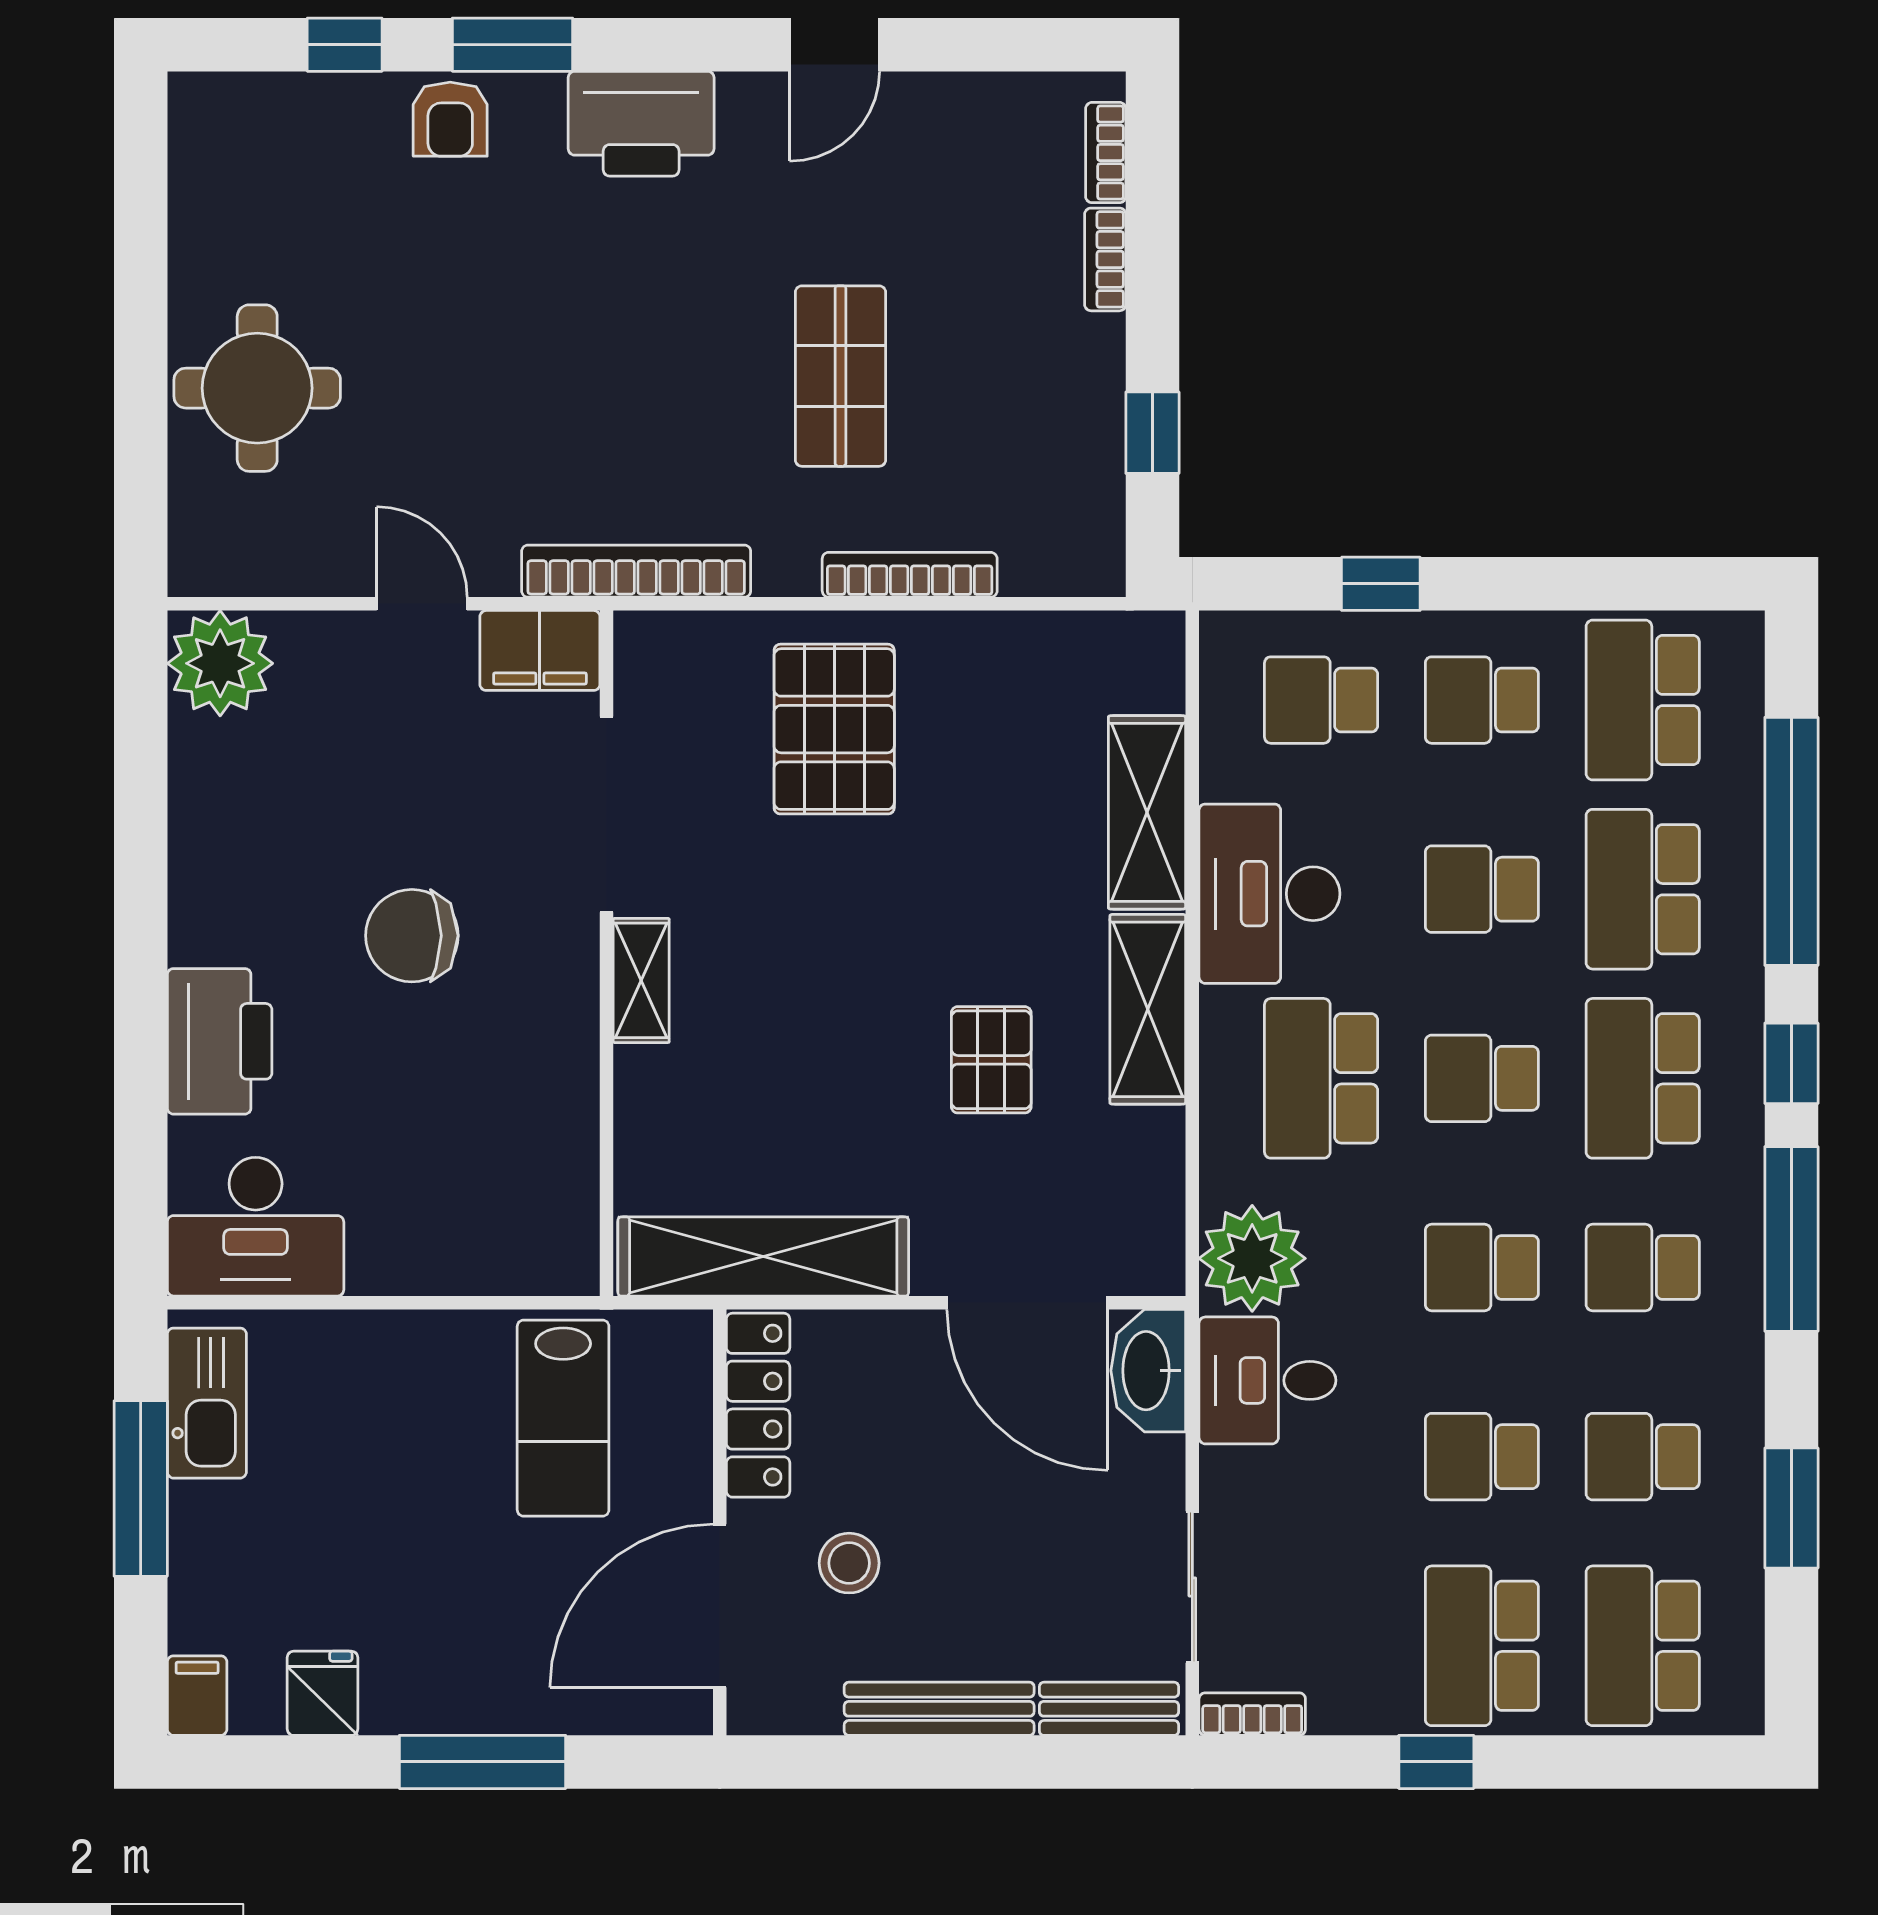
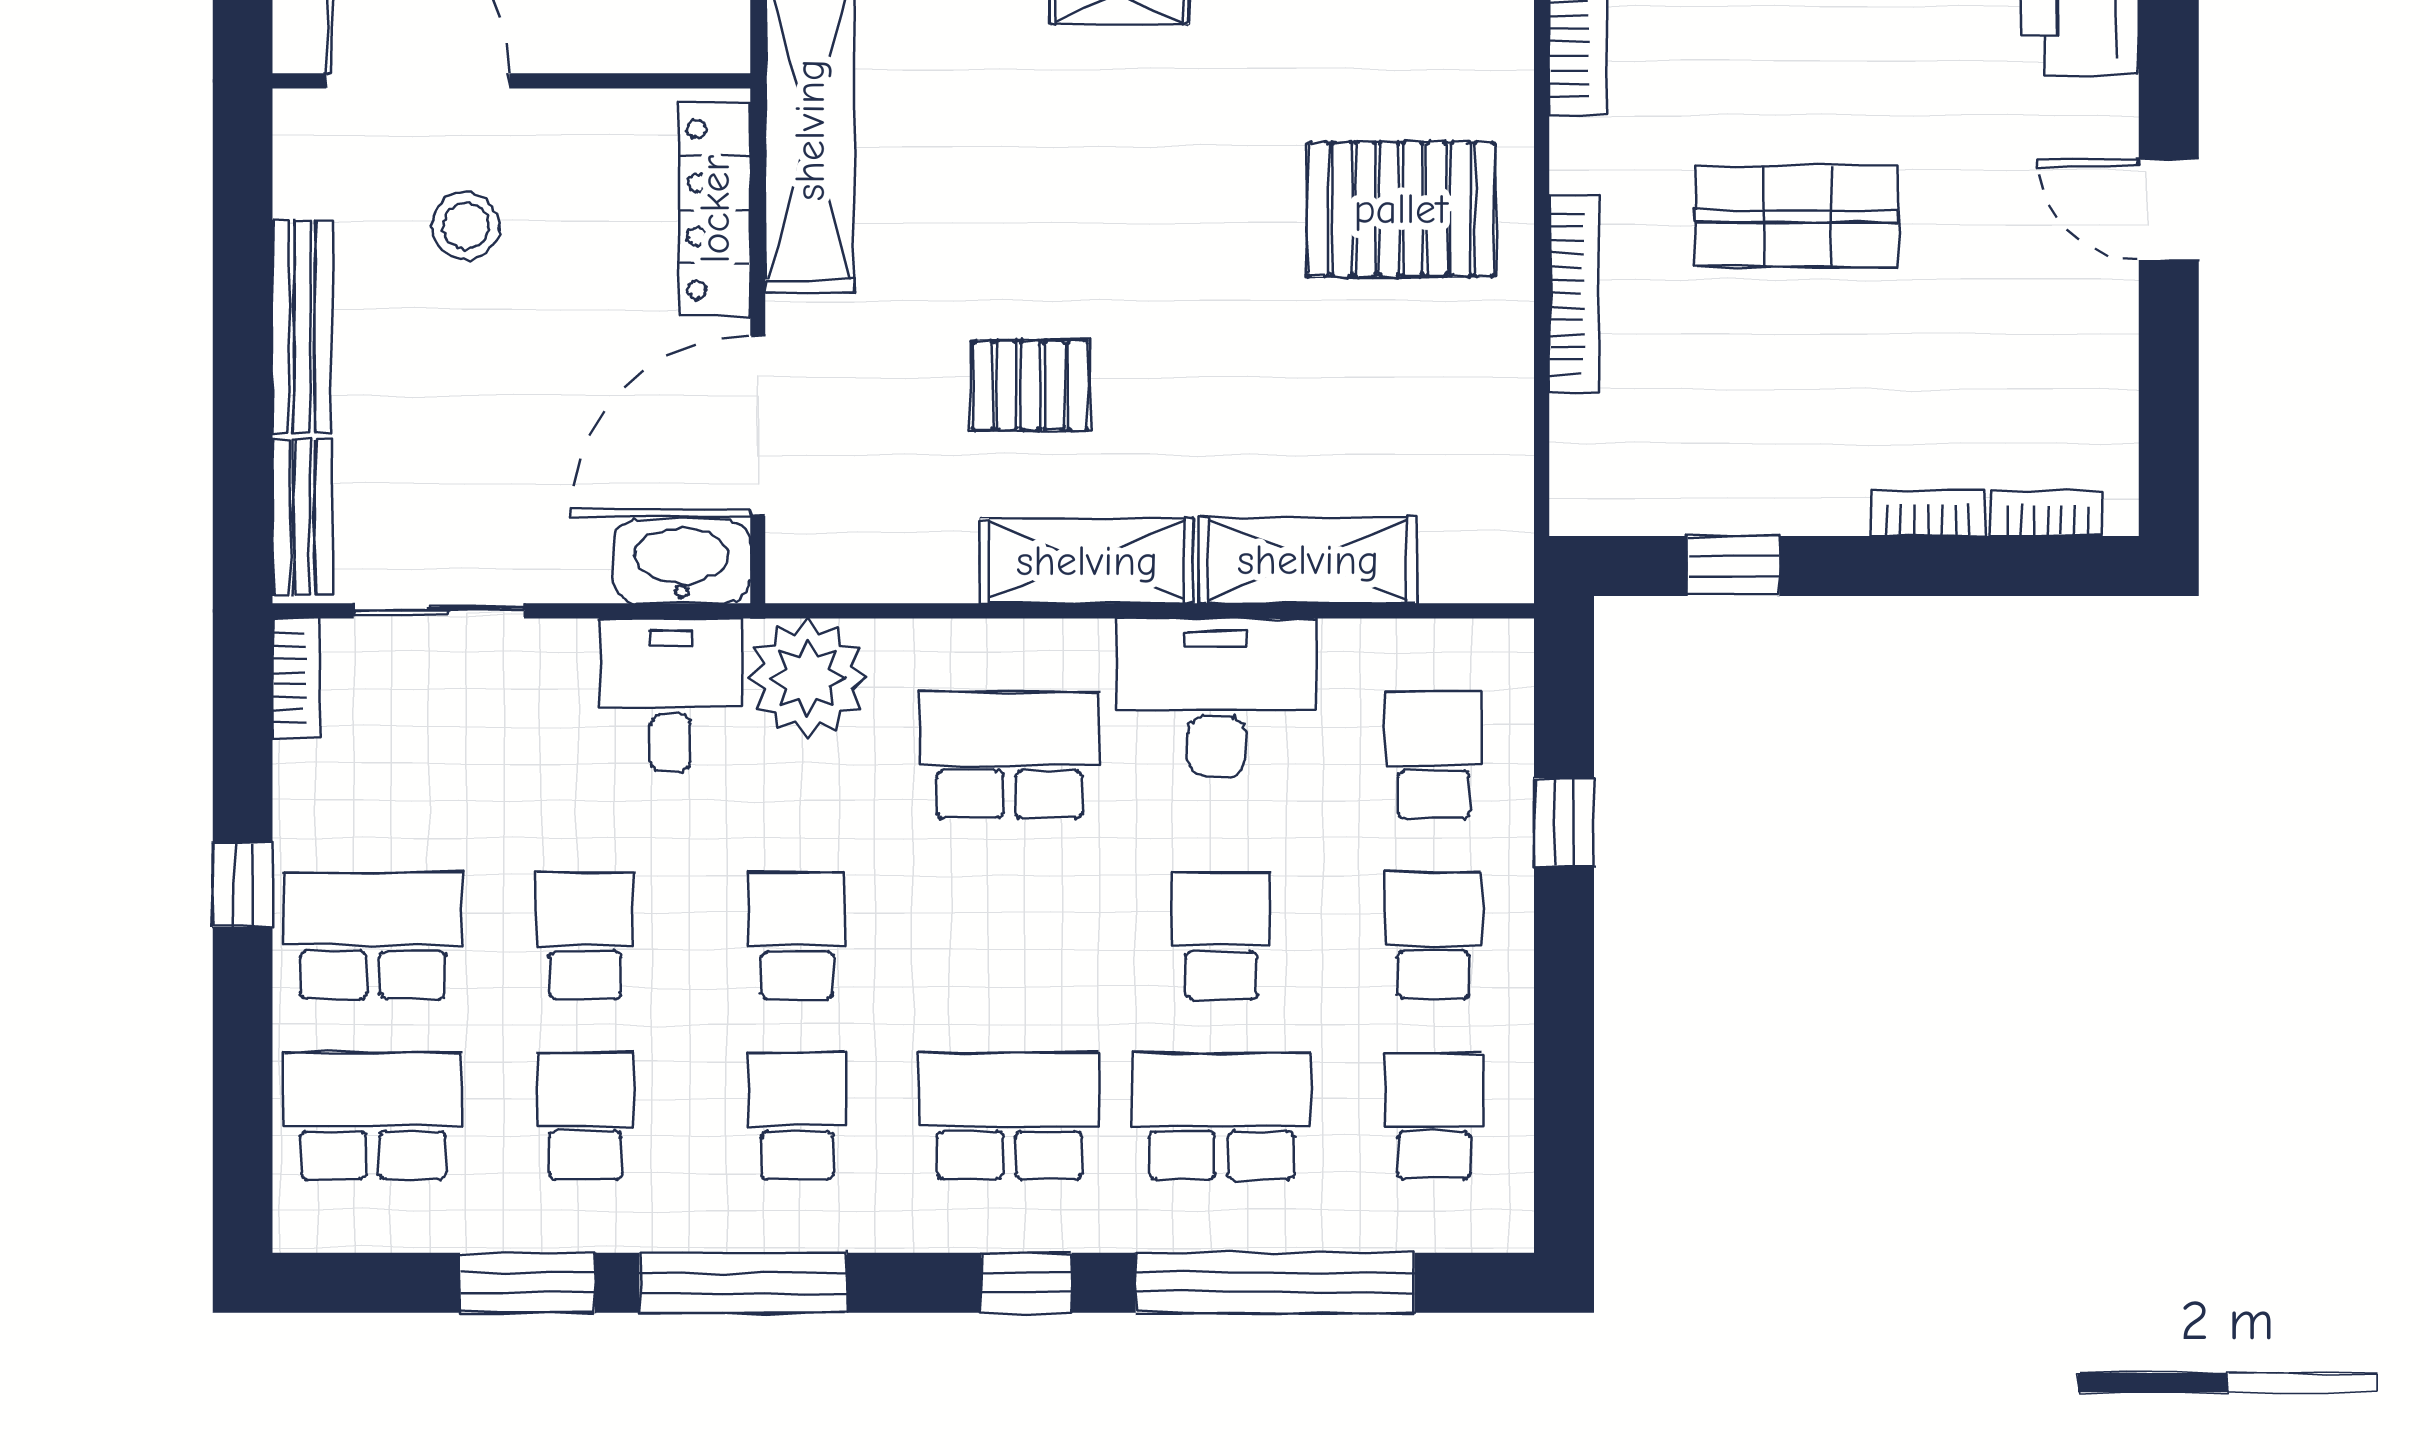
school desk: (1643, 700) -> (1434, 1116), width x0.54
school desk: (1482, 1078) -> (1009, 936), removed
window: (1791, 1239) -> (743, 1283), moved
locker: (758, 1405) -> (715, 209), moved, turned 90

